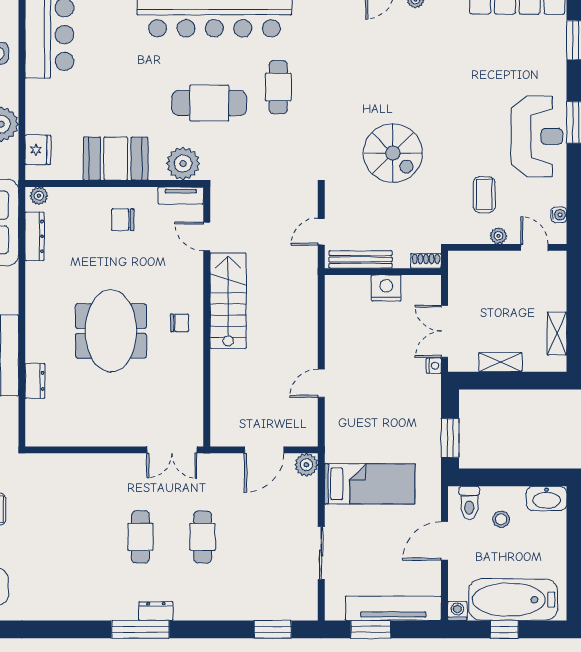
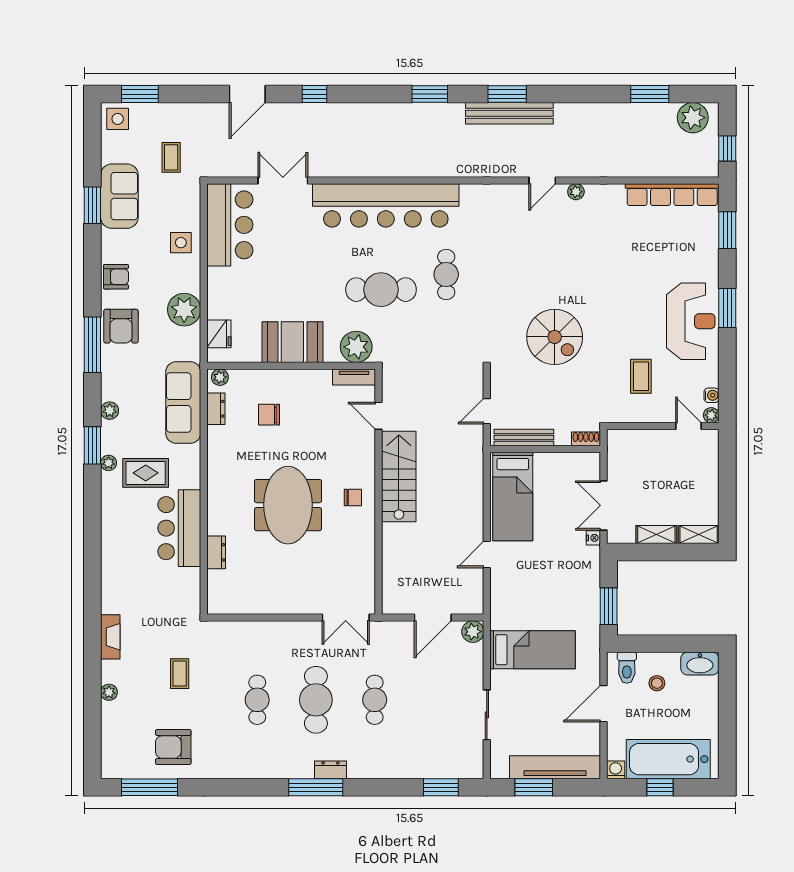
chair: (123, 220) -> (269, 415), moved
dresser: (35, 236) -> (216, 409), width x0.70
plant: (498, 236) -> (711, 415), moved
nightstand: (386, 288) -> (548, 465), removed
bed: (349, 322) -> (513, 496), added
shelving: (557, 333) -> (699, 535), moved, turned 90
cafe table: (78, 537) -> (257, 700), added
cafe table: (140, 537) -> (316, 700), width x1.37, depth x1.35

